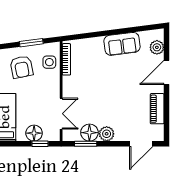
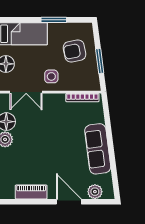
sofa: (122, 44) -> (98, 149), width x1.36
side table: (49, 62) -> (51, 76), moved

